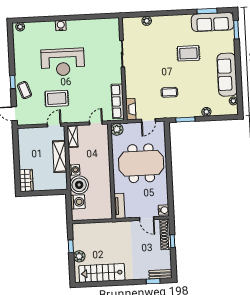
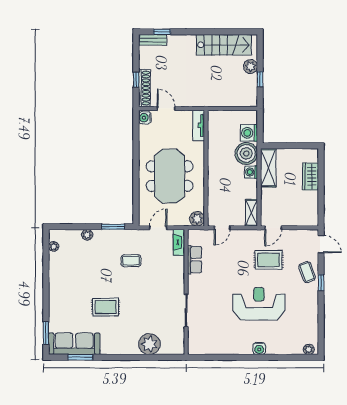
plant: (147, 21) -> (149, 344), width x1.87, depth x1.87
sofa: (227, 75) -> (60, 279), removed
row of seats: (118, 101) -> (195, 260), width x0.68
shelving: (60, 156) -> (268, 168), moved
meeting table: (141, 163) -> (170, 176), turned 90
wardrobe: (26, 180) -> (311, 176), moved

